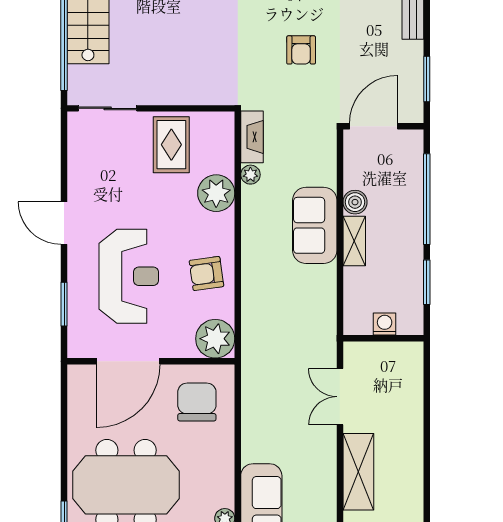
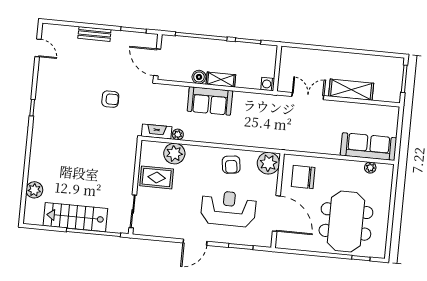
plant: (216, 193) -> (174, 154), moved
washing machine: (385, 324) -> (268, 84), moved
double door: (340, 397) -> (308, 96), swing flipped

